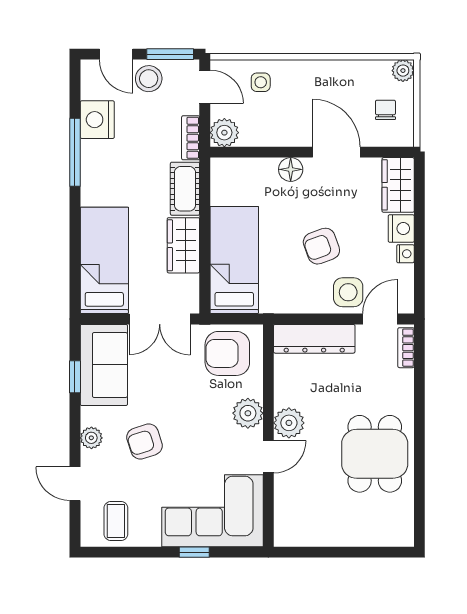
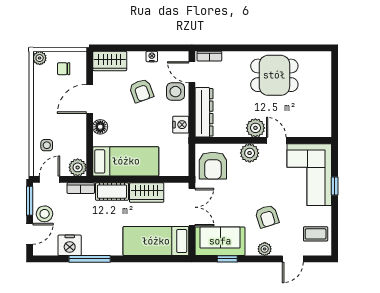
nightstand: (401, 229) -> (181, 125), moved, turned 90
armchair: (321, 246) -> (141, 91), moved
bed: (234, 260) -> (126, 161), moved, turned 180

